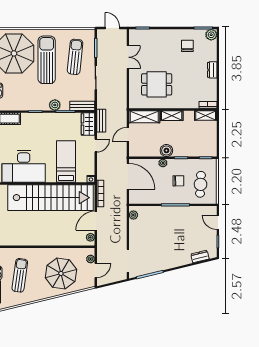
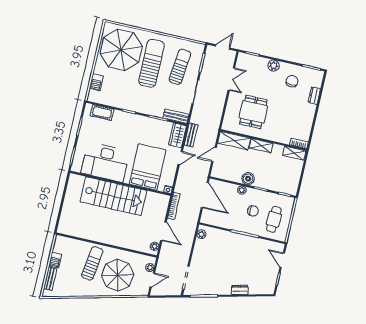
door: (112, 28) -> (223, 47), hinge flipped
plant: (211, 35) -> (274, 66), moved
dresser: (212, 70) -> (314, 96), moved
dining table: (157, 84) -> (253, 112), turned 90
plant: (55, 105) -> (149, 109), removed
bed: (66, 162) -> (148, 167), width x1.50
stairs: (51, 198) -> (113, 196), width x0.73
door: (96, 221) -> (163, 231), swing flipped
dresser: (200, 256) -> (240, 290), moved
sun lounger: (20, 275) -> (92, 263), moved

